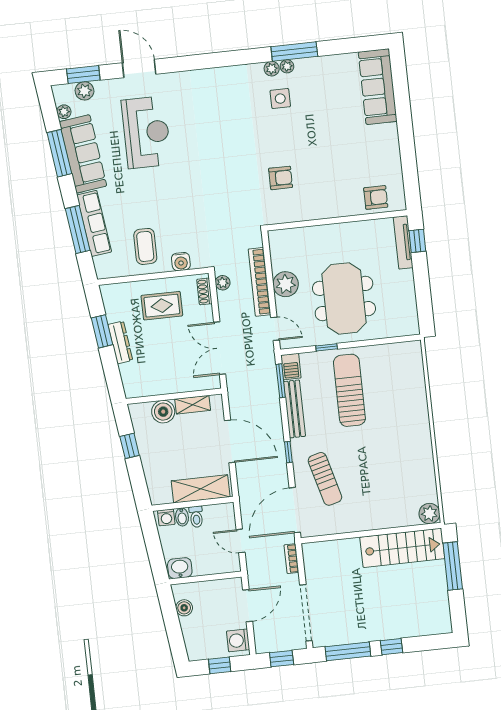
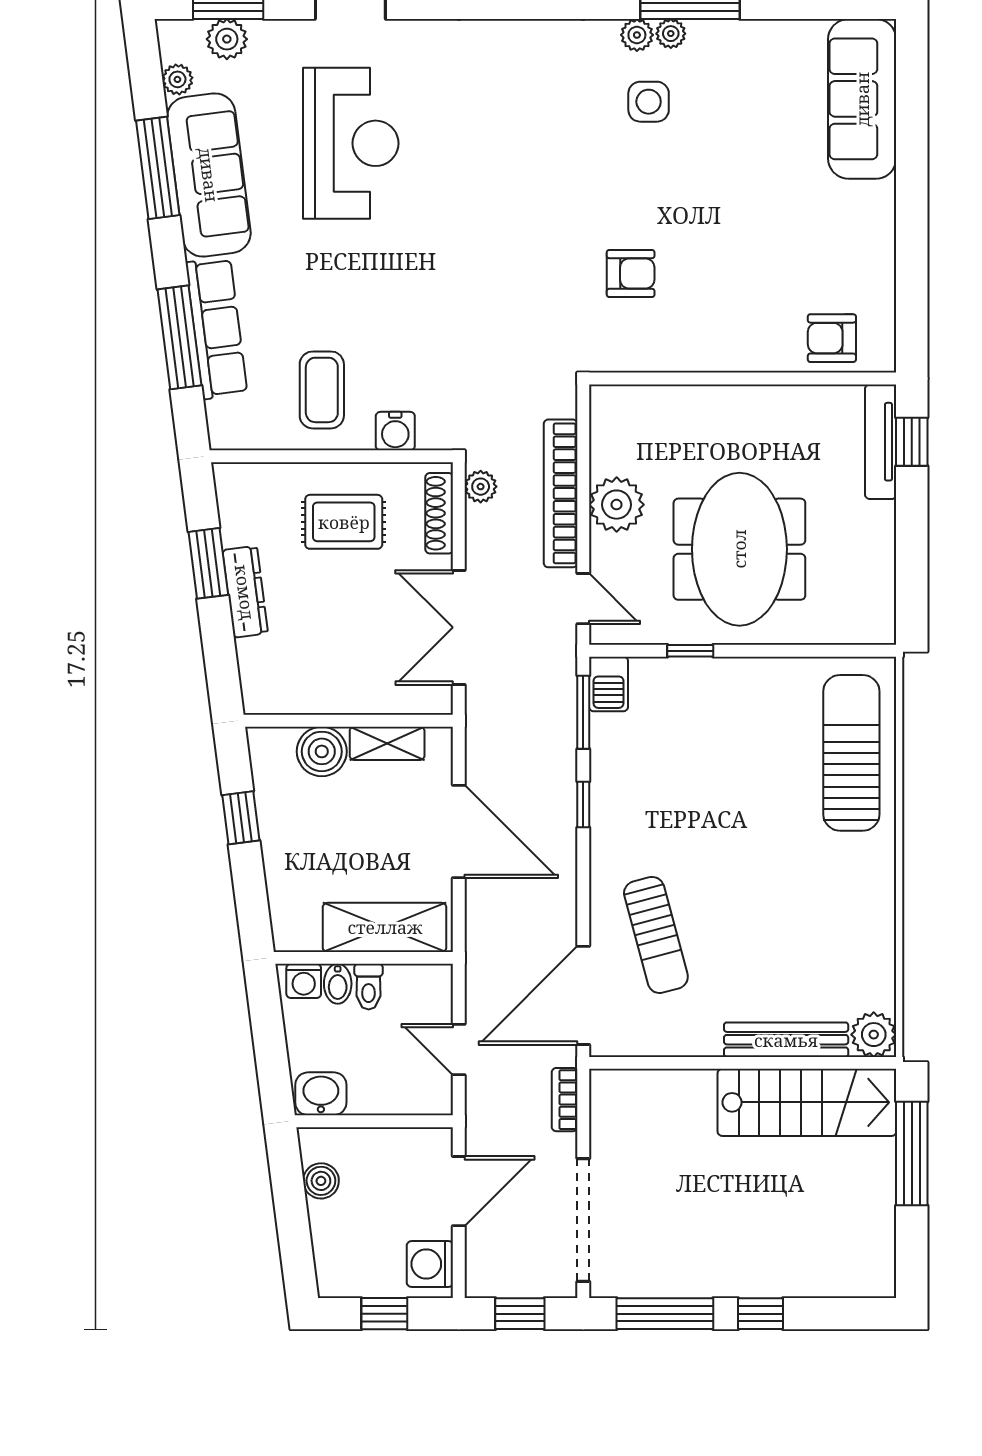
armchair: (376, 197) -> (832, 338), turned 180
shoe rack: (204, 291) -> (439, 513), width x1.43
sun lounger: (349, 390) -> (851, 753), moved
bench: (294, 409) -> (786, 1040), moved, turned 90
window: (288, 452) -> (583, 805), moved

